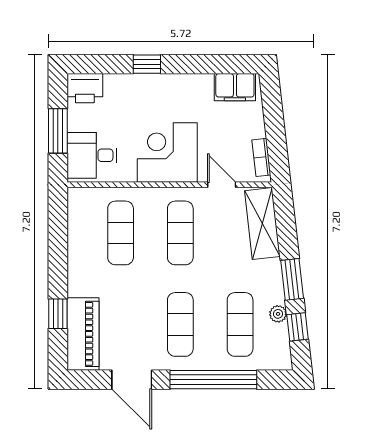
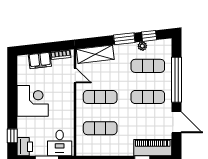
window: (147, 64) -> (12, 136), moved
filing cabinet: (235, 87) -> (40, 60), moved, turned 83
corner desk: (167, 153) -> (33, 101), moved, turned 180
door: (222, 185) -> (75, 76), swing flipped
door: (132, 380) -> (177, 122), hinge flipped

